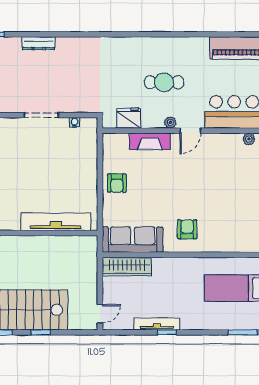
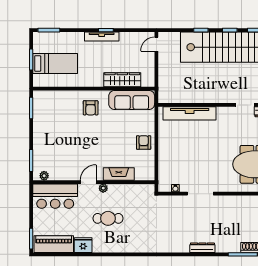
fridge: (129, 118) -> (83, 245), moved, turned 180
wardrobe: (127, 267) -> (122, 80), moved
tv unit: (157, 324) -> (102, 37), moved

